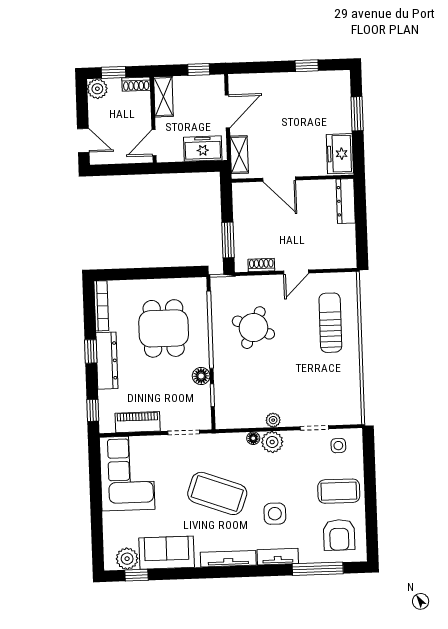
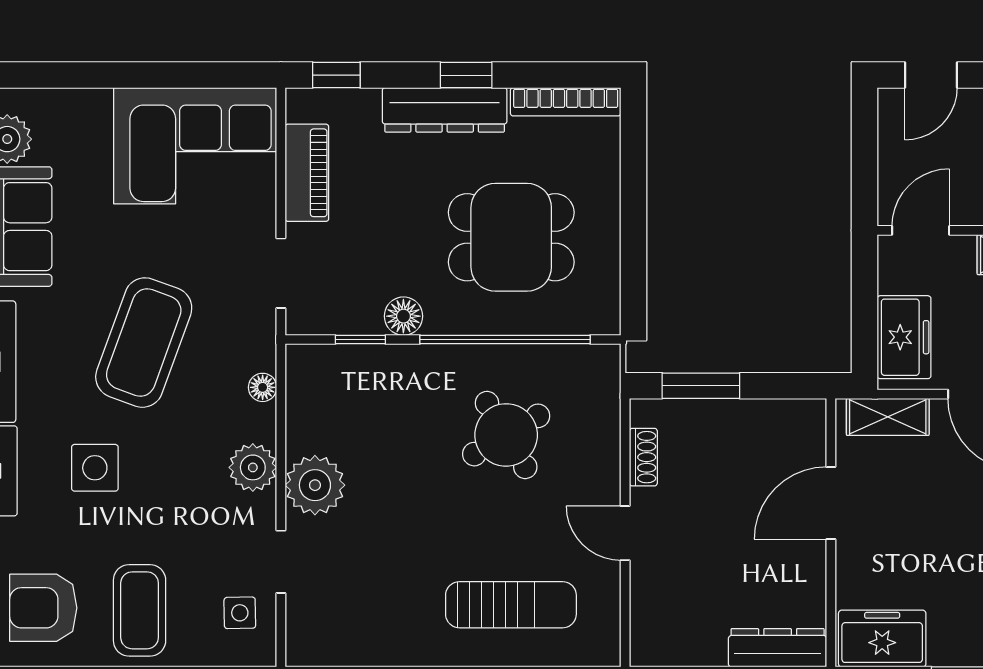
door: (154, 143) -> (921, 230), hinge flipped
round table: (253, 328) -> (506, 435), turned 35
plant: (273, 420) -> (315, 485), width x1.88, depth x1.88
floor lamp: (253, 438) -> (263, 387), moved

